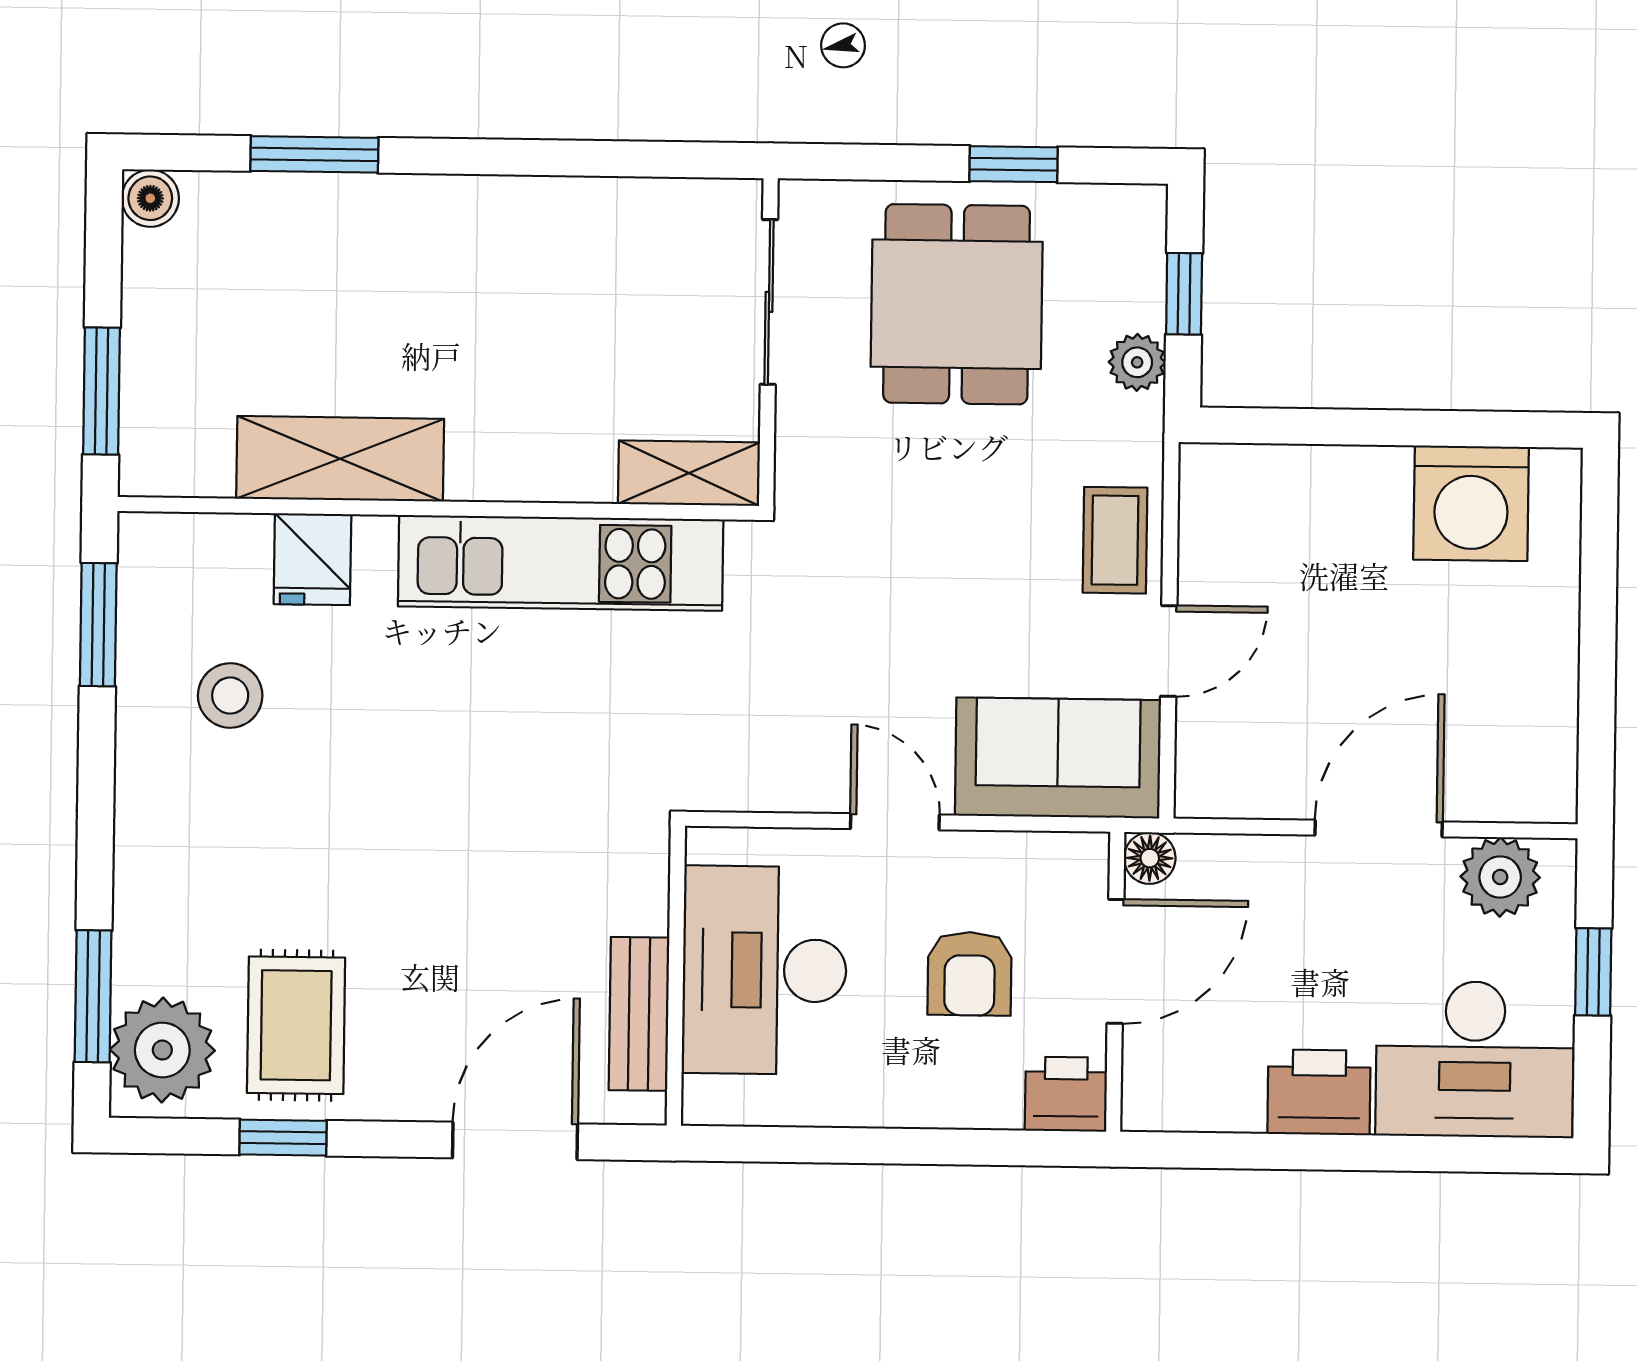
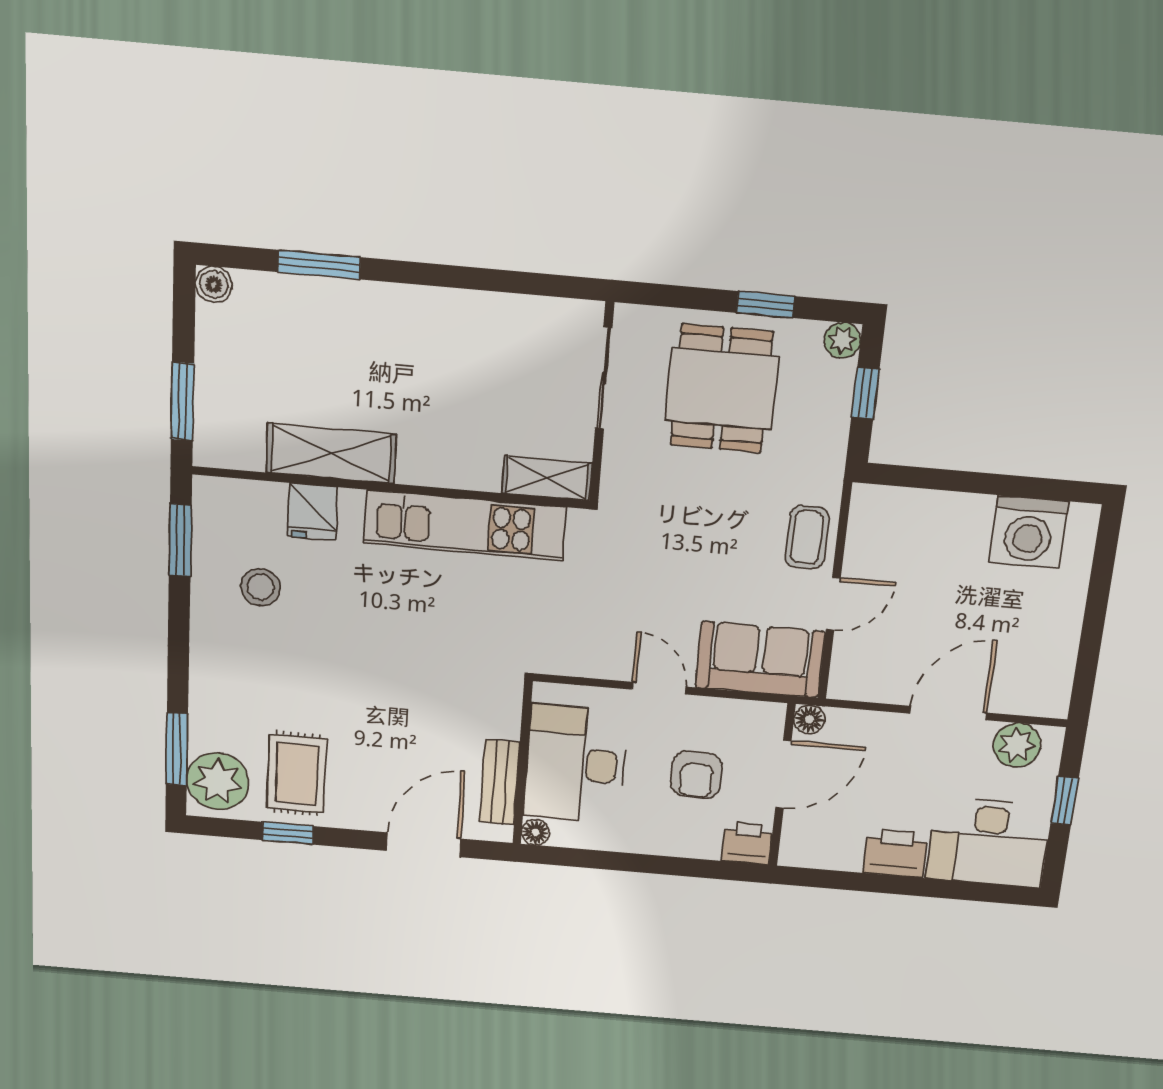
plant: (1137, 362) -> (842, 340), moved
floor lamp: (705, 1102) -> (536, 832), added

